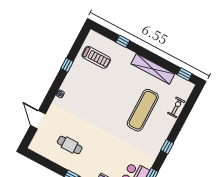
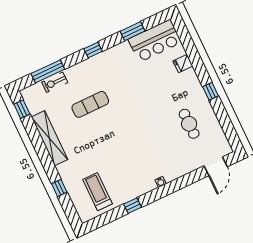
exercise mat: (143, 110) -> (90, 104), width x0.73, depth x0.69
window: (186, 111) -> (48, 71), added
door: (38, 120) -> (216, 166), moved

